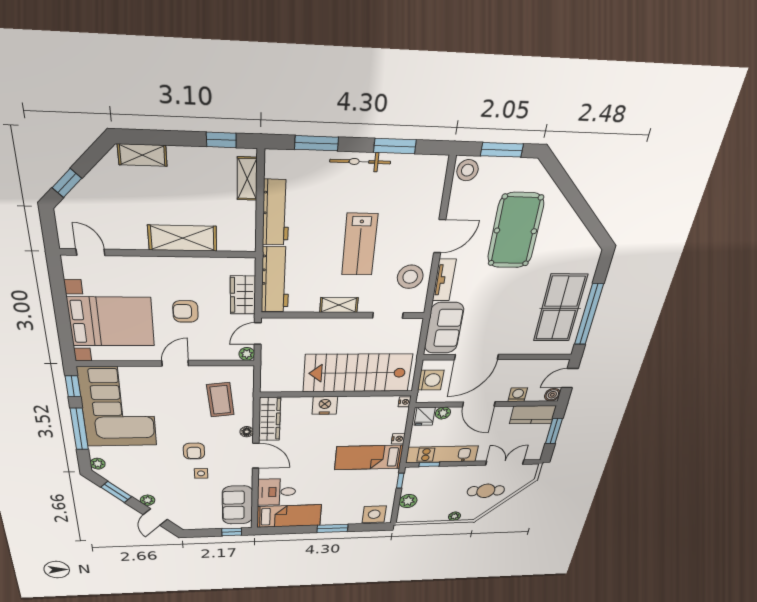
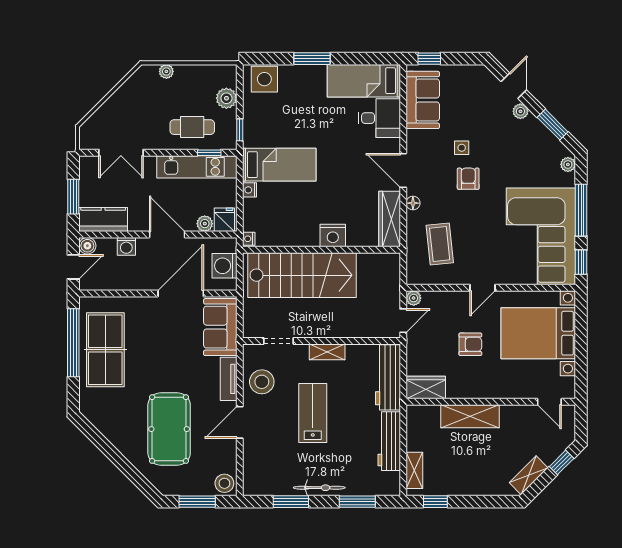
shelving: (142, 155) -> (529, 475), moved, turned -45
wardrobe: (243, 295) -> (426, 388), moved, turned -90
cafe table: (486, 491) -> (192, 127), moved

